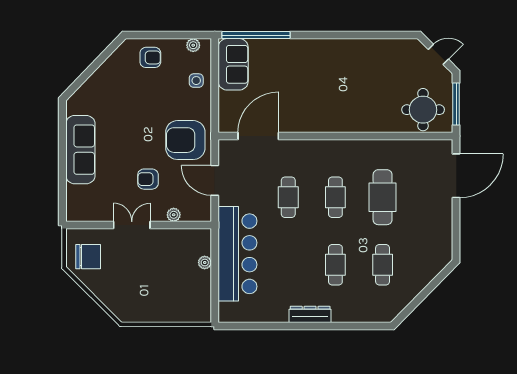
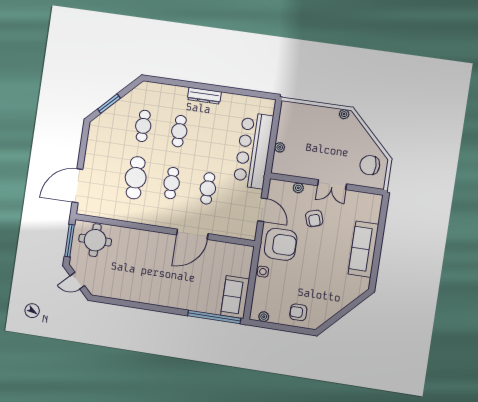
side table: (196, 81) -> (263, 272), moved
door: (258, 136) -> (192, 234), moved
armchair: (148, 179) -> (314, 218), turned 72
window: (431, 287) -> (109, 104), added
plant: (130, 316) -> (344, 114), added

